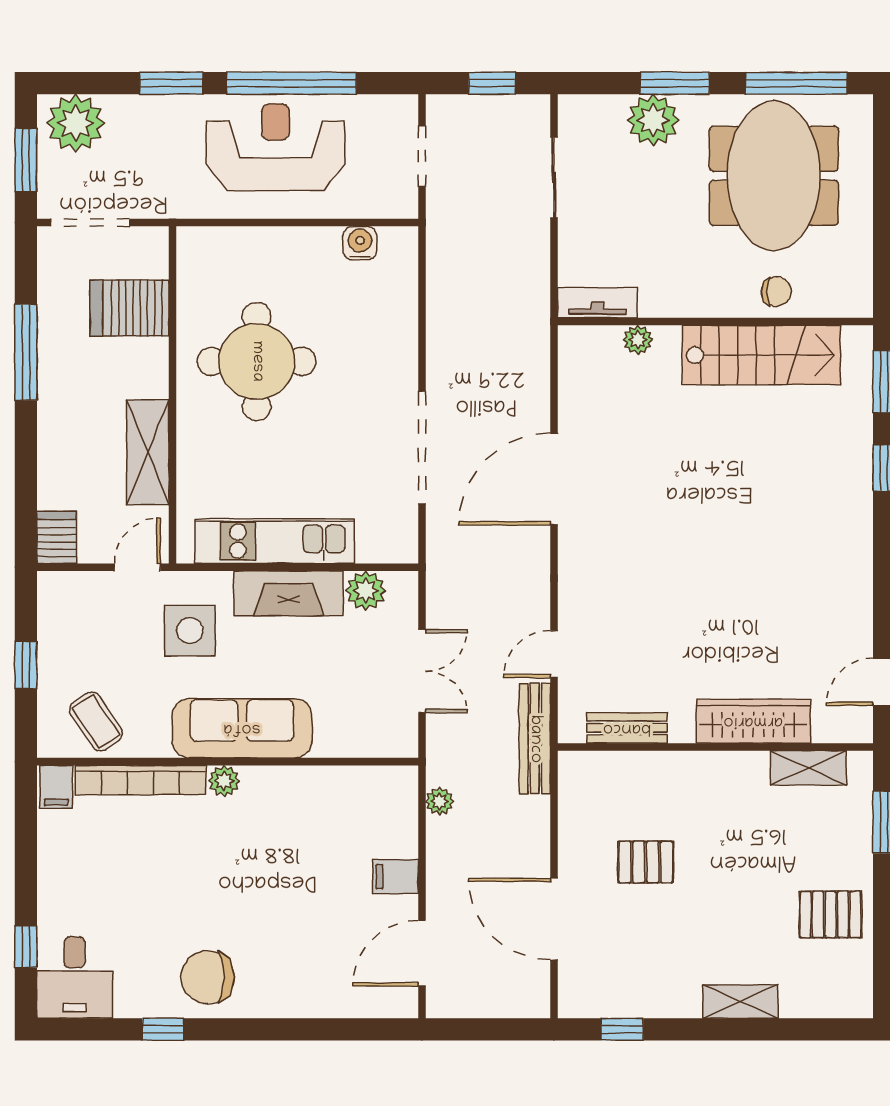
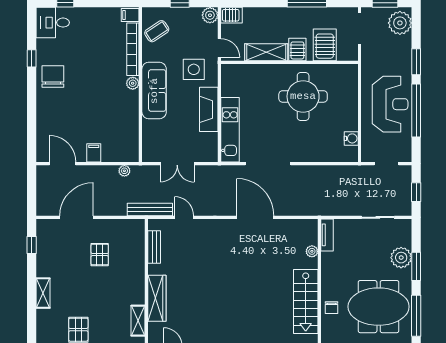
server rack: (141, 375) -> (297, 49), added
kitchen unit: (275, 541) -> (230, 130), moved
plant: (366, 591) -> (210, 15), moved

